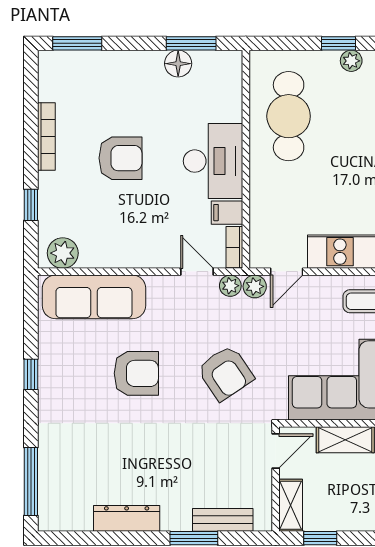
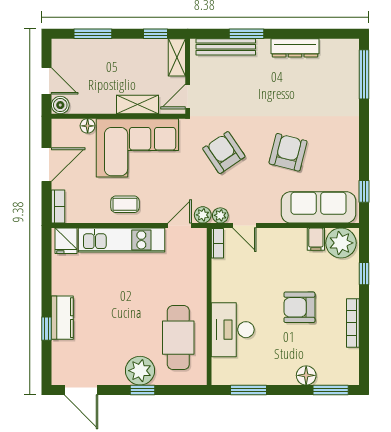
plant: (351, 61) -> (140, 371), width x1.87, depth x1.87
floor lamp: (178, 64) -> (306, 375), moved
desk: (213, 161) -> (233, 330), moved
filing cabinet: (227, 213) -> (316, 239), moved, turned 90
plant: (63, 253) -> (341, 243), width x1.36, depth x1.36
armchair: (136, 373) -> (288, 152), turned 104
window: (31, 374) -> (364, 191), moved
bench: (223, 520) -> (226, 47), width x1.36

